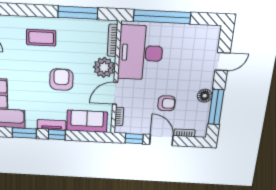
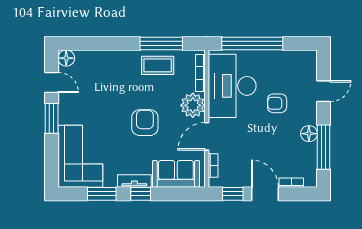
coffee table: (41, 38) -> (158, 65), moved
armchair: (166, 103) -> (277, 103), moved, turned 180

